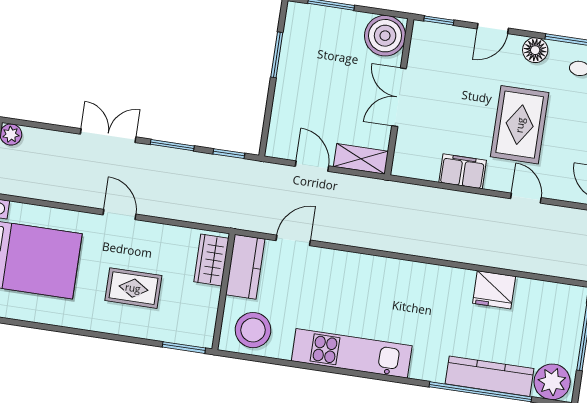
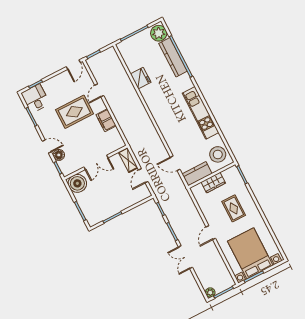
floor lamp: (535, 50) -> (59, 155), moved
wardrobe: (211, 260) -> (213, 183), moved

